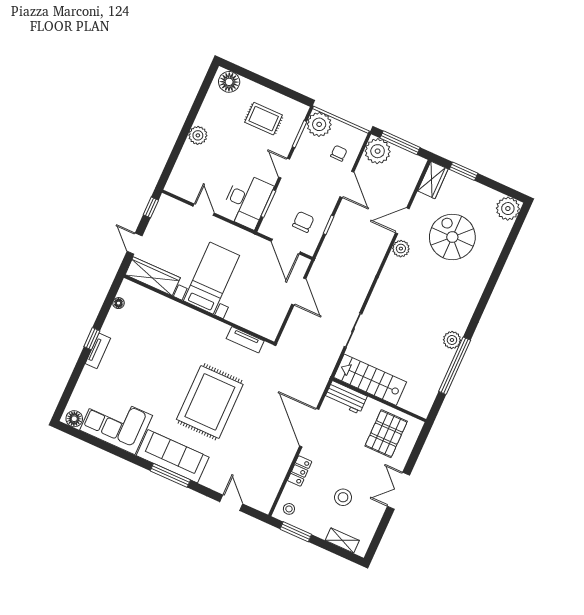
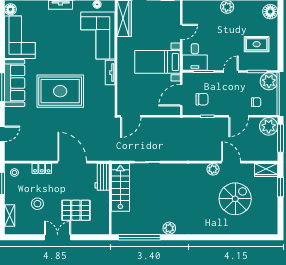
rug: (264, 119) -> (257, 44), turned 90
desk: (247, 201) -> (195, 57), width x0.73
plant: (508, 209) -> (269, 226), removed
bed with nightstands: (212, 278) -> (157, 62), moved, turned 180
door: (299, 292) -> (131, 116), moved
corner sofa: (160, 320) -> (98, 36), added
tv unit: (245, 340) -> (110, 73), moved
window: (455, 366) -> (139, 237), moved
door: (309, 428) -> (72, 162), hinge flipped
pallet: (386, 434) -> (76, 210), moved

